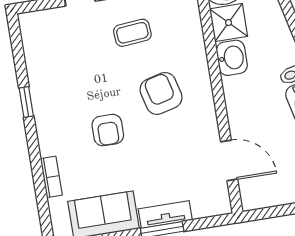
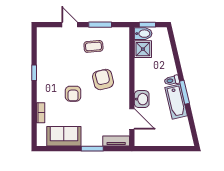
washbasin: (232, 58) -> (142, 99), moved
tv unit: (165, 214) -> (116, 141), moved

